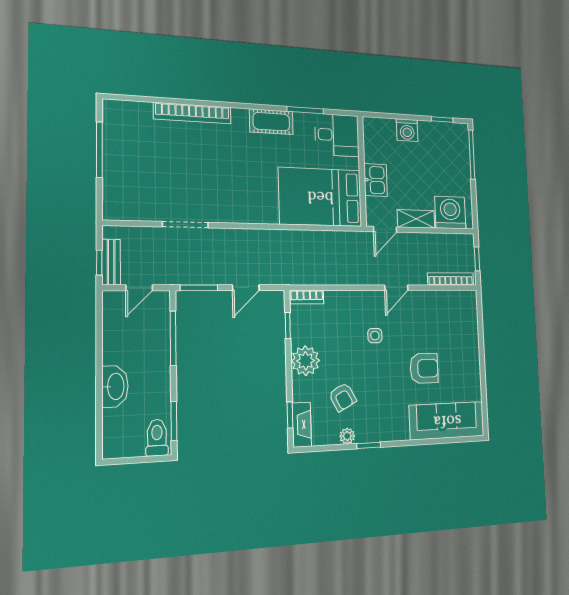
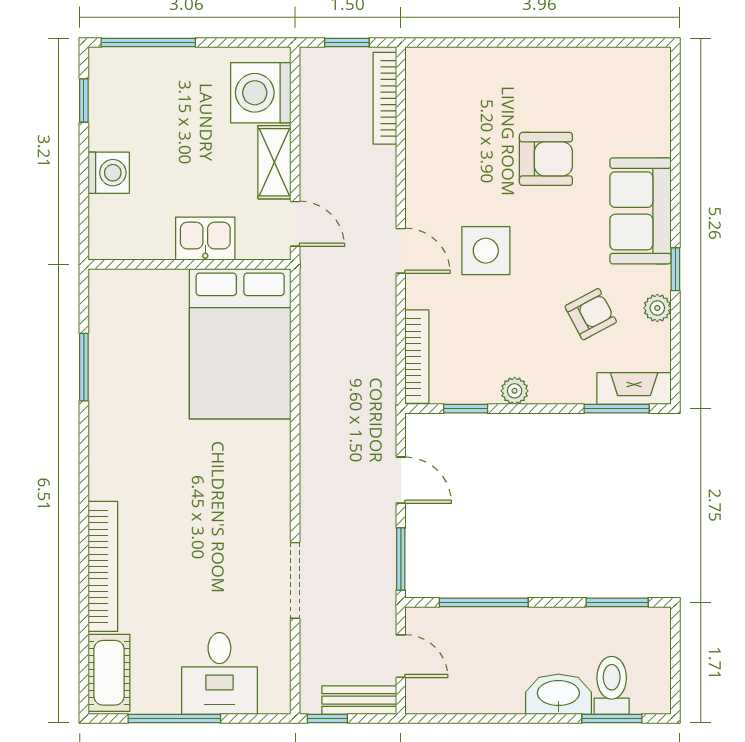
cot: (271, 122) -> (109, 673), moved
desk: (337, 135) -> (219, 673), moved, turned 180
window: (99, 263) -> (327, 718), moved
door: (396, 288) -> (401, 251), moved
bookcase: (307, 297) -> (417, 357), width x1.56
side table: (375, 336) -> (486, 251), width x1.87, depth x1.87
plant: (306, 361) -> (515, 391), width x0.53, depth x0.53
armchair: (424, 368) -> (546, 159), turned 90
window: (290, 415) -> (617, 409), width x1.50
window: (99, 421) -> (612, 718), added
sofa: (447, 421) -> (640, 211), moved, width x0.73
toilet: (157, 438) -> (612, 685), moved, turned 90

